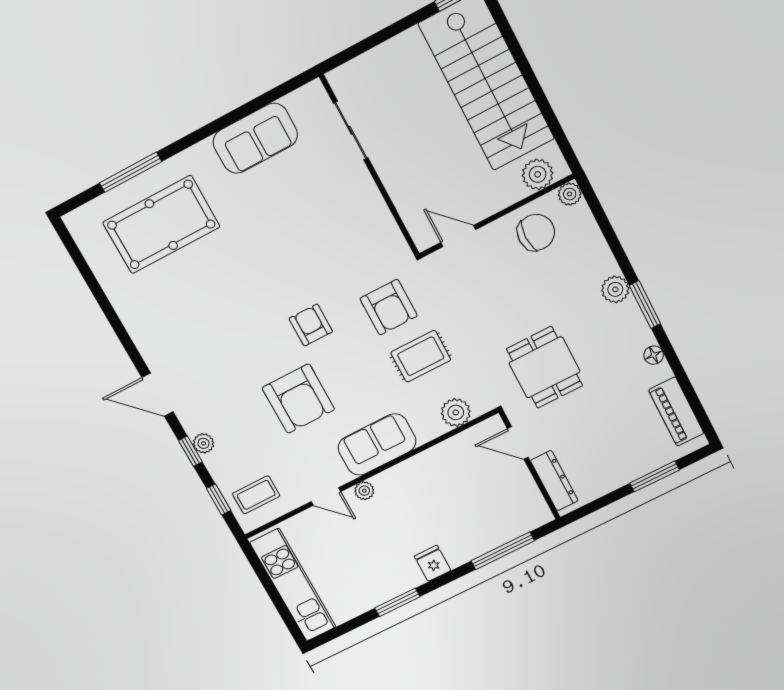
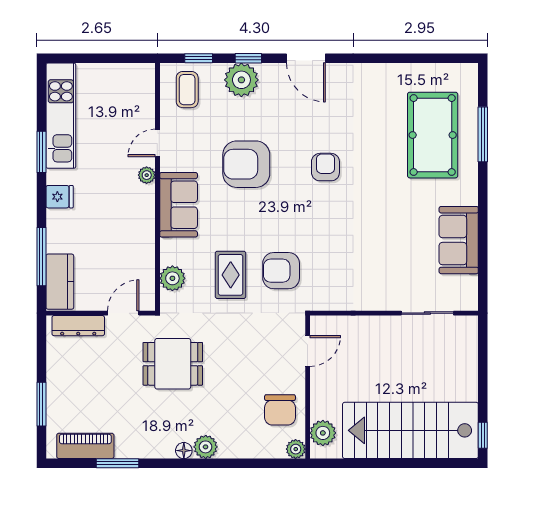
window: (645, 305) -> (118, 463), moved
armchair: (311, 325) -> (325, 167), moved, turned -90
floor lamp: (654, 355) -> (184, 451), moved
door: (157, 395) -> (306, 58), swing flipped
plant: (203, 443) -> (241, 80), width x1.88, depth x1.88
kitchen counter: (519, 521) -> (60, 282), added
kitchen unit: (293, 585) -> (61, 116), moved, turned -90

